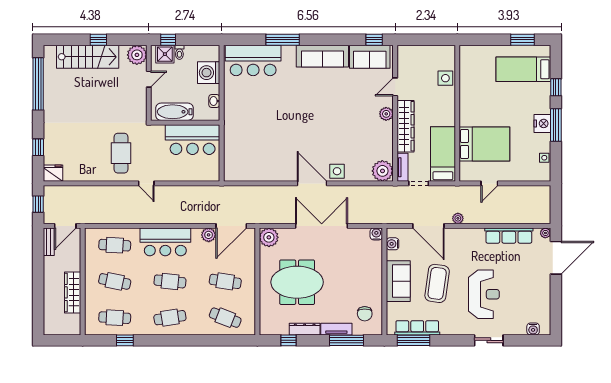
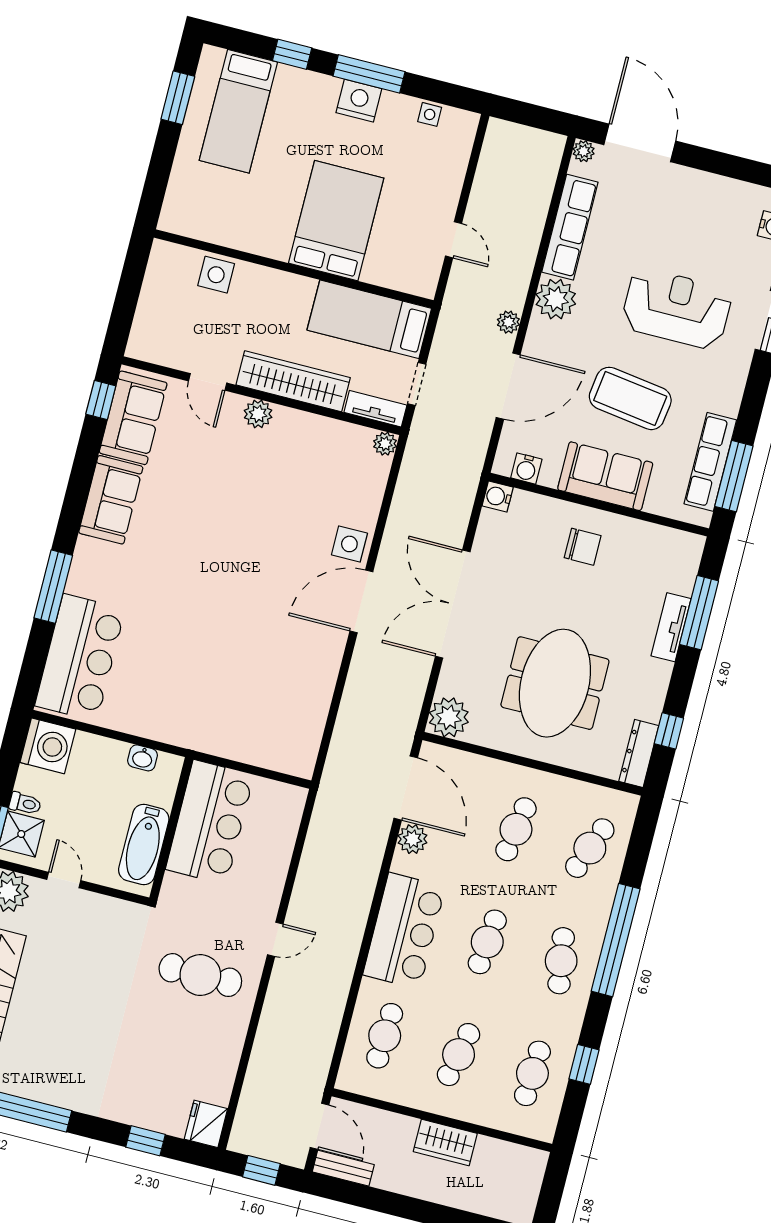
sofa: (322, 56) -> (111, 500), width x0.73
washing machine: (209, 73) -> (48, 746), moved, turned -90
bed: (484, 144) -> (336, 221), moved
plant: (382, 171) -> (385, 444), width x0.53, depth x0.53
plant: (474, 237) -> (556, 299), added
wardrobe: (73, 292) -> (445, 1142), width x0.67
chair: (365, 314) -> (583, 547), moved
dresser: (305, 329) -> (639, 753), moved
window: (186, 340) -> (616, 940), added

